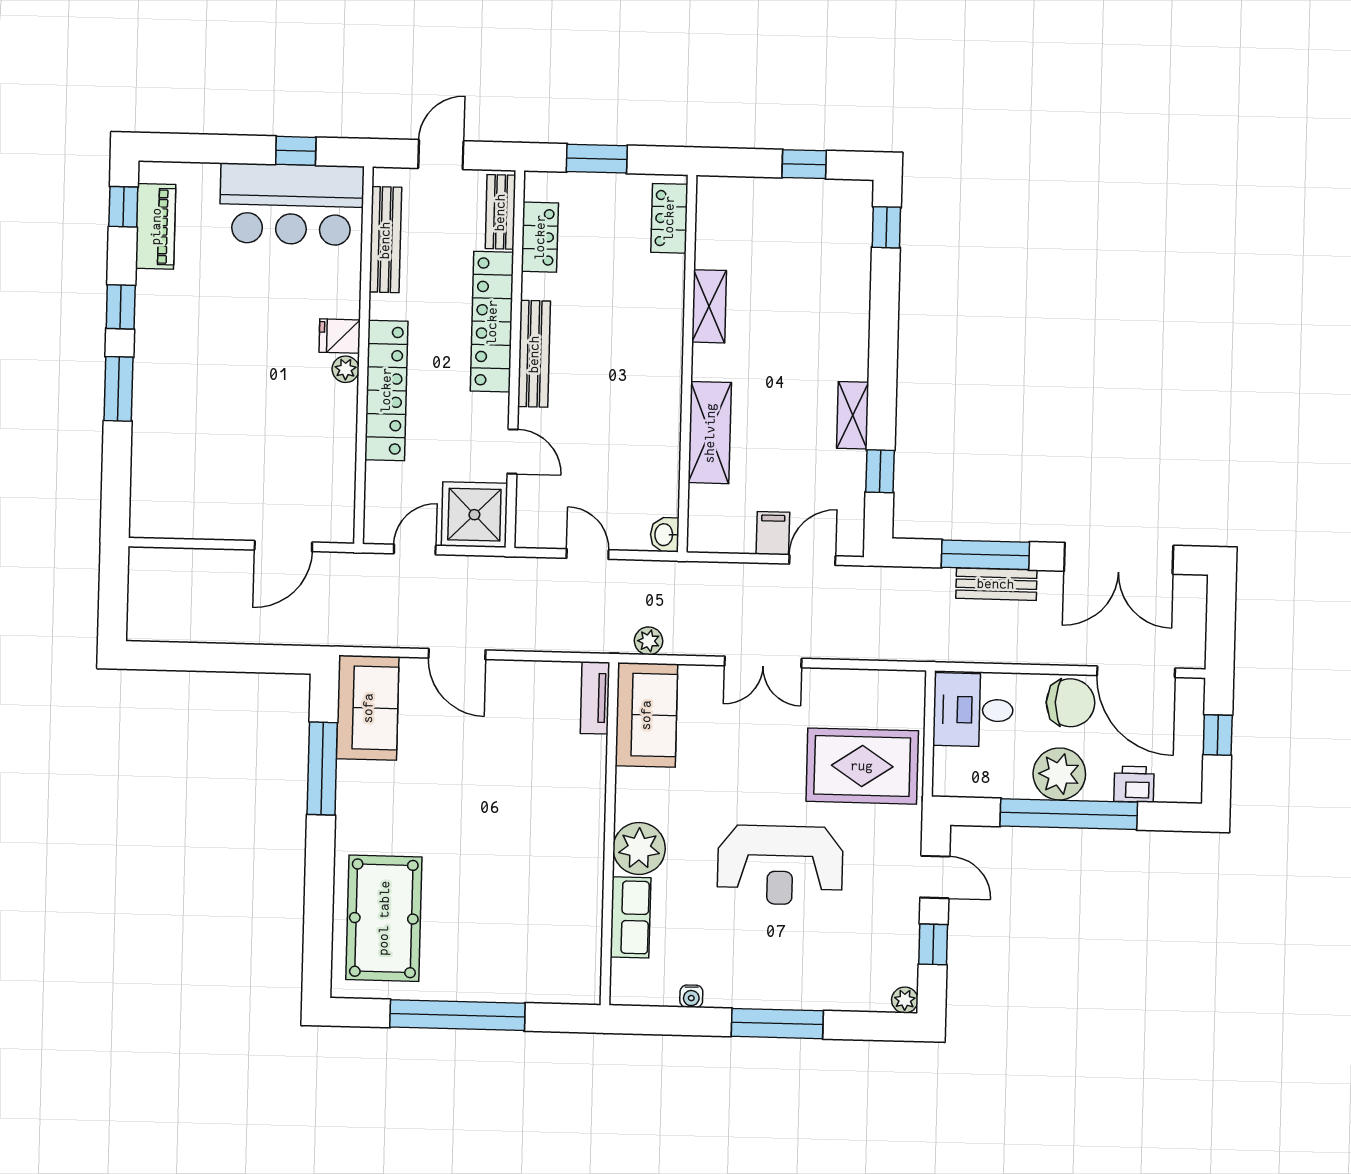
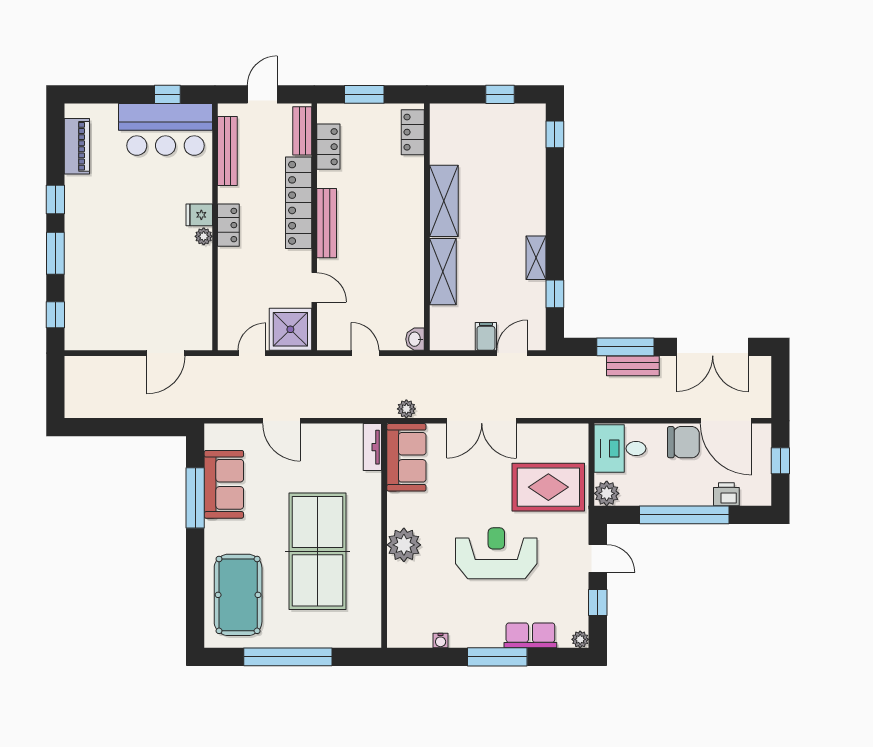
window: (123, 207) -> (55, 315), moved
shelving: (709, 306) -> (444, 201), width x1.50, depth x1.33
locker: (386, 390) -> (228, 225), width x0.46, depth x0.83
double door: (763, 662) -> (482, 421), width x1.37
sofa: (368, 708) -> (224, 484), moved
plant: (1059, 774) -> (607, 493), moved, width x0.73, depth x0.73
table tennis table: (507, 855) -> (317, 551), added
reception desk: (780, 865) -> (496, 553), turned 180
row of seats: (631, 917) -> (530, 635), moved, turned -90

